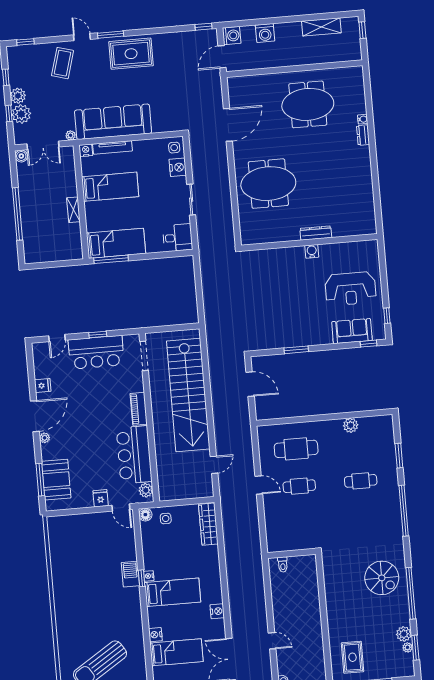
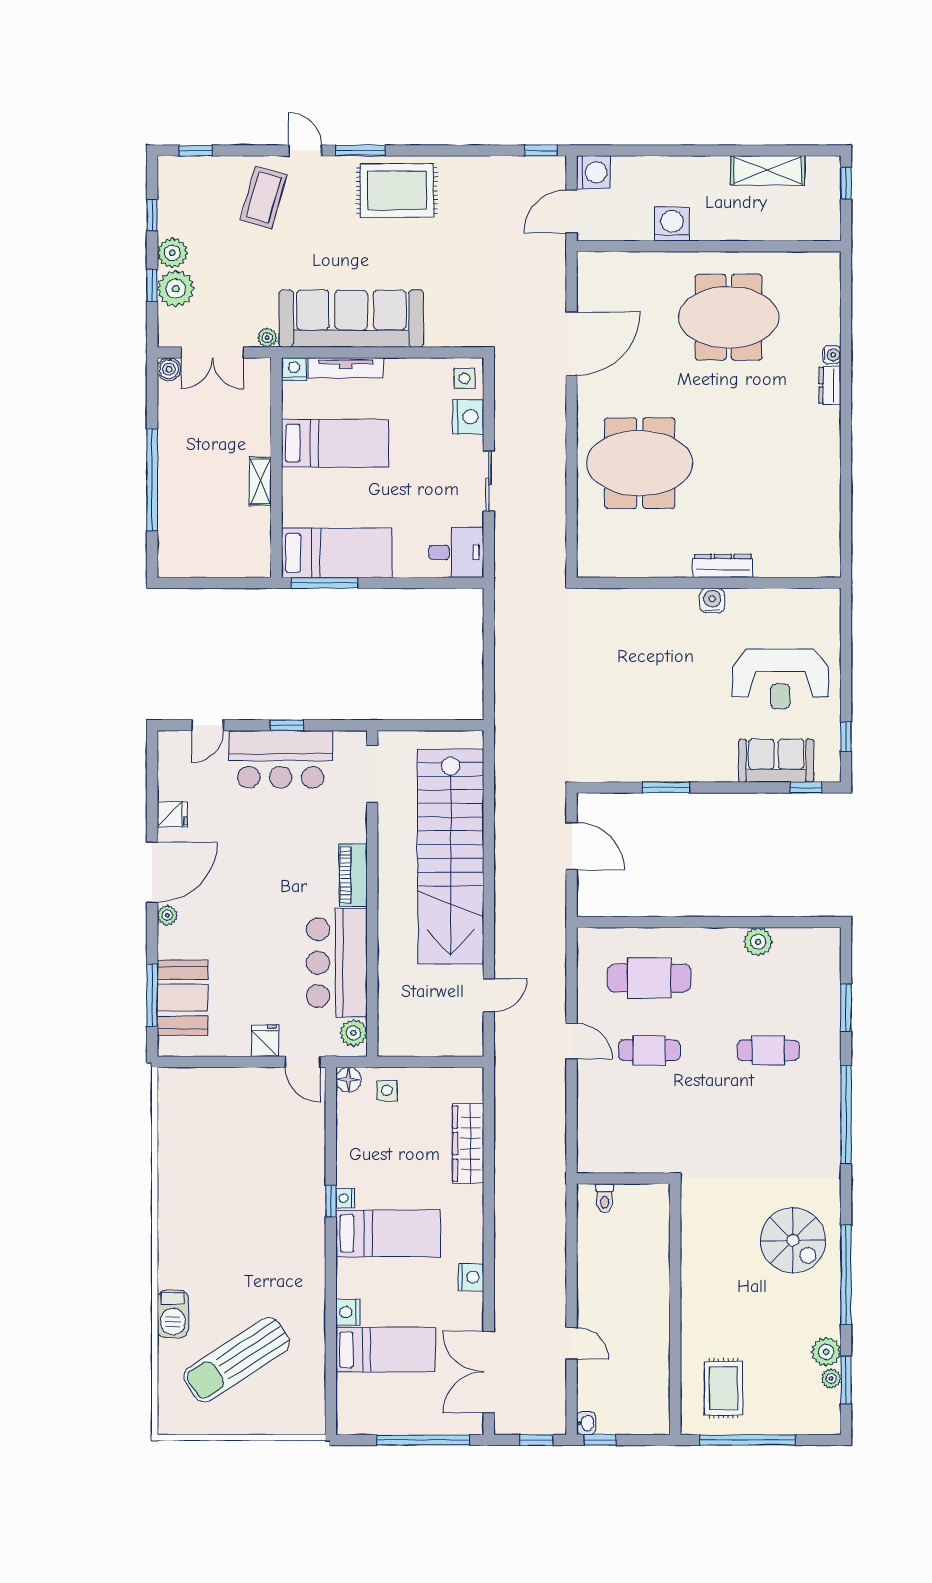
washing machine: (265, 33) -> (672, 224), moved, turned 180
wardrobe: (208, 524) -> (468, 1144), moved
barbecue: (130, 574) -> (173, 1314), moved, turned 180

